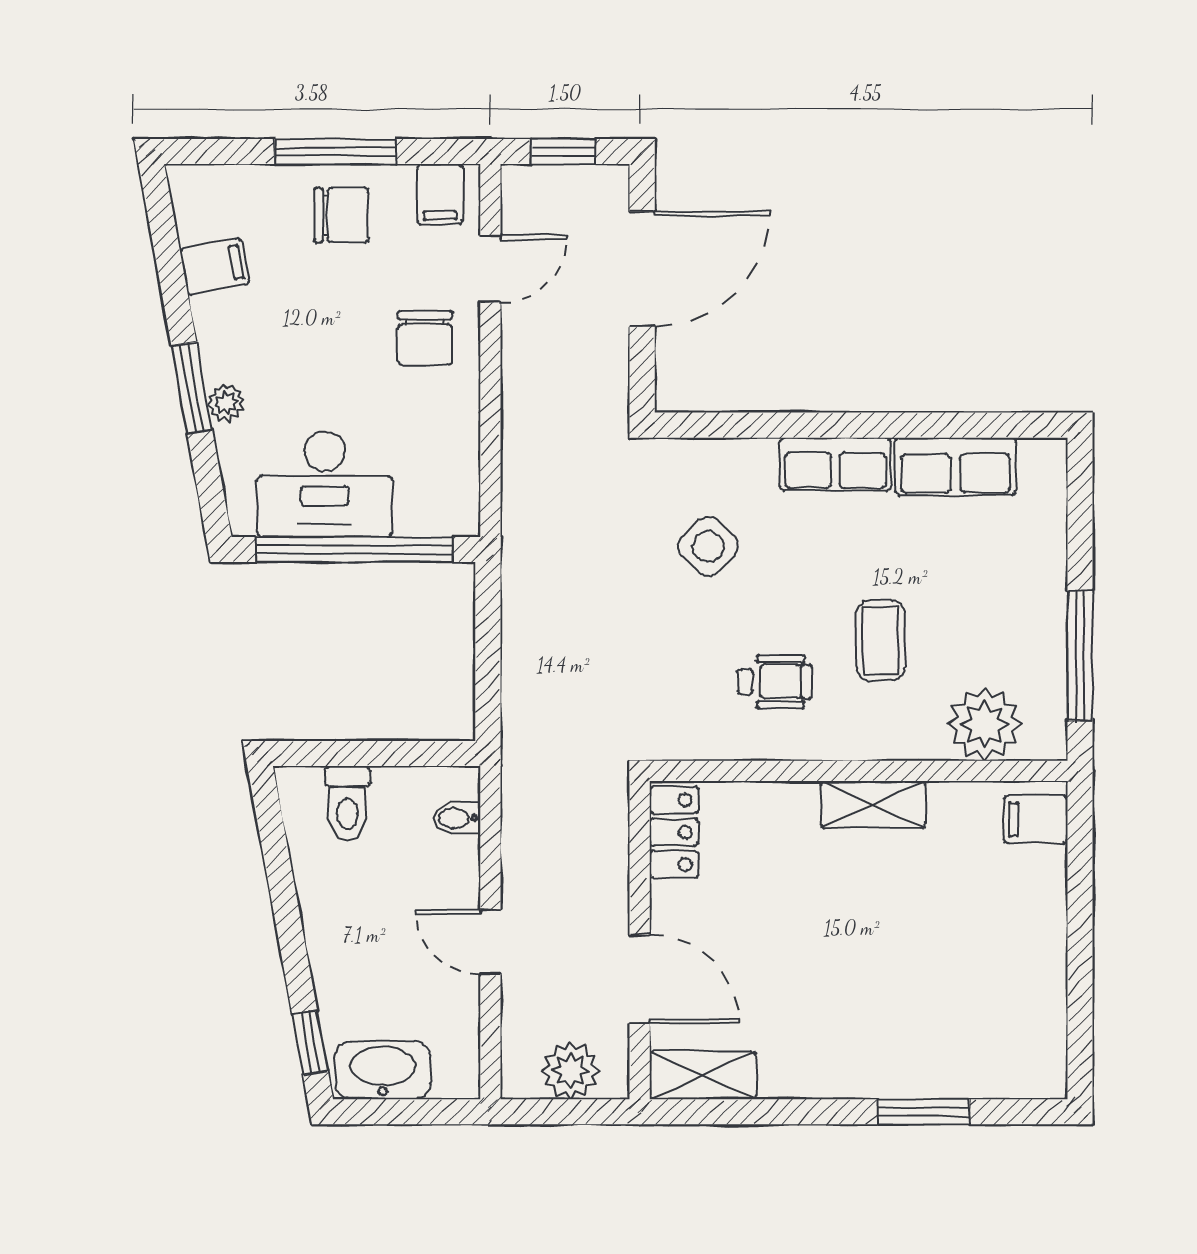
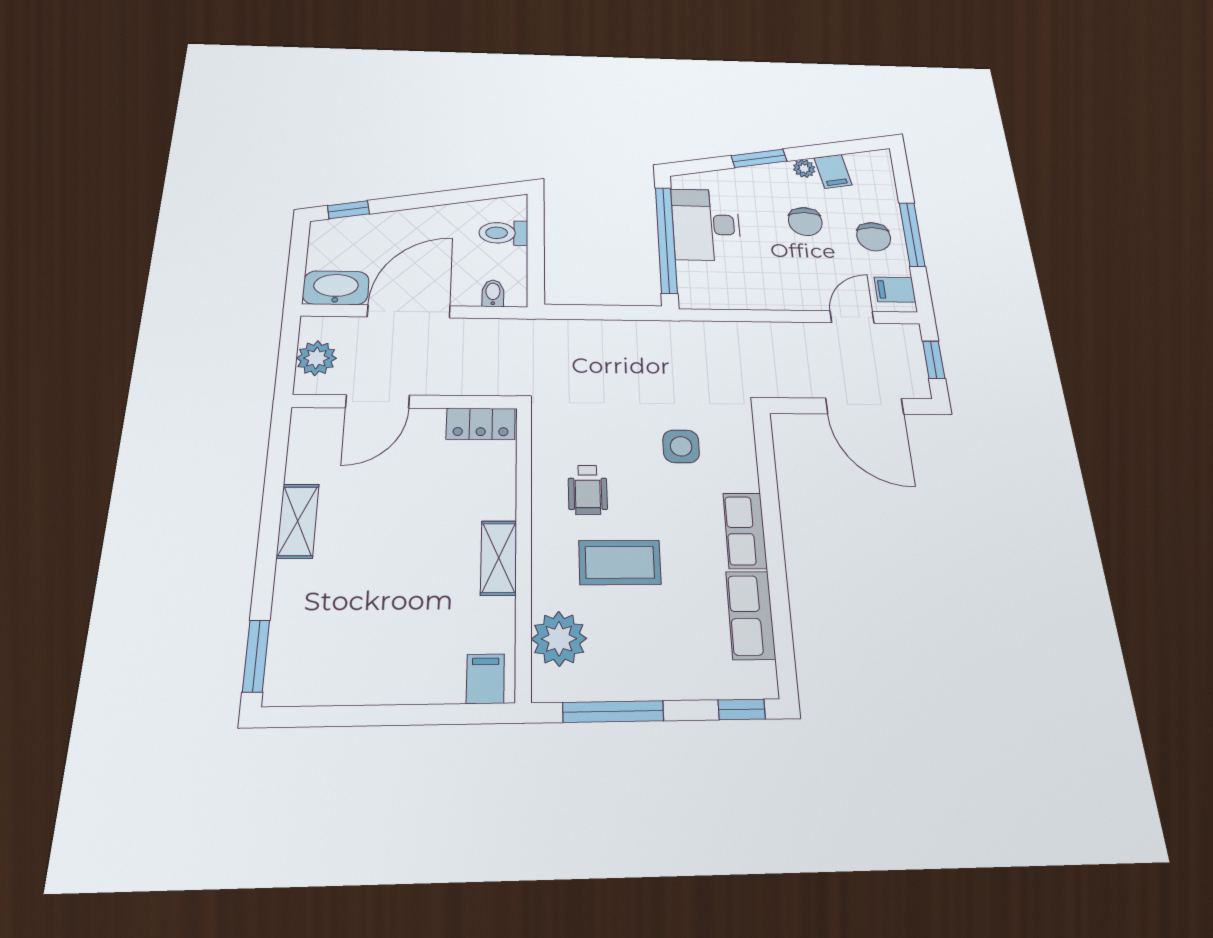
door: (490, 269) -> (852, 317), swing flipped
chair: (425, 338) -> (805, 222), moved, turned -90
plant: (226, 403) -> (804, 168), moved
window: (1080, 489) -> (742, 709), added
side table: (708, 546) -> (681, 446), turned 45
coffee table: (881, 640) -> (620, 562), width x1.36, depth x1.30
door: (490, 942) -> (409, 311), width x1.87
washbasin: (383, 1070) -> (336, 288), moved, turned -90
shelving: (703, 1075) -> (298, 521), moved
window: (924, 1112) -> (256, 656), moved

